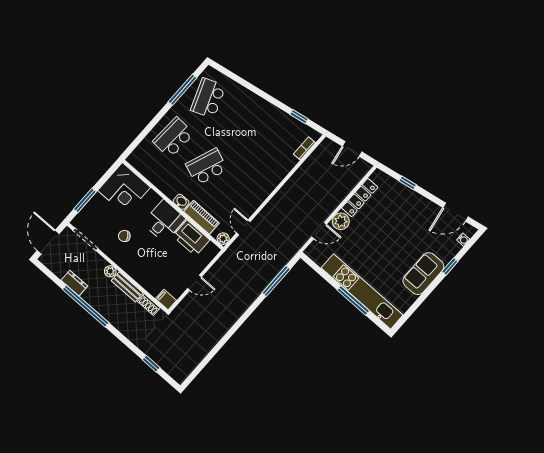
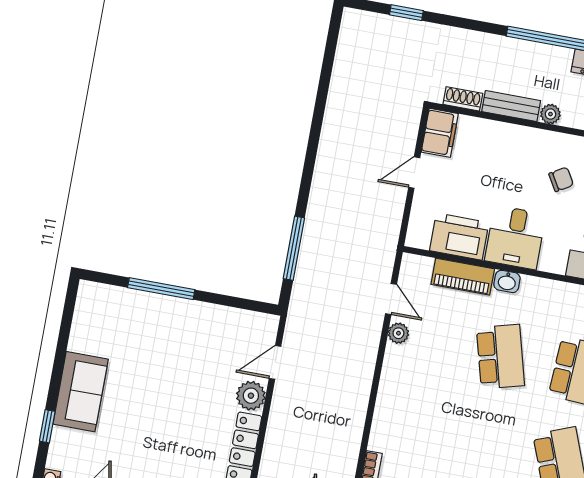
school desk: (207, 167) -> (500, 357), turned -36
plant: (223, 239) -> (398, 333), moved
kitchen unit: (362, 291) -> (156, 310), removed
filing cabinet: (166, 300) -> (440, 133), width x2.00

